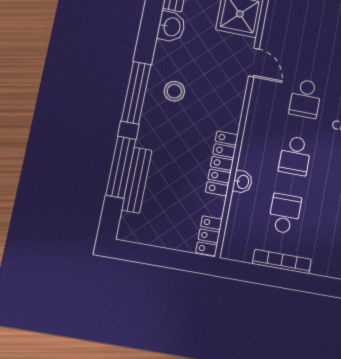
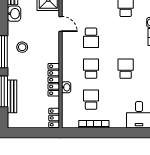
school desk: (295, 156) -> (91, 69), turned 180

